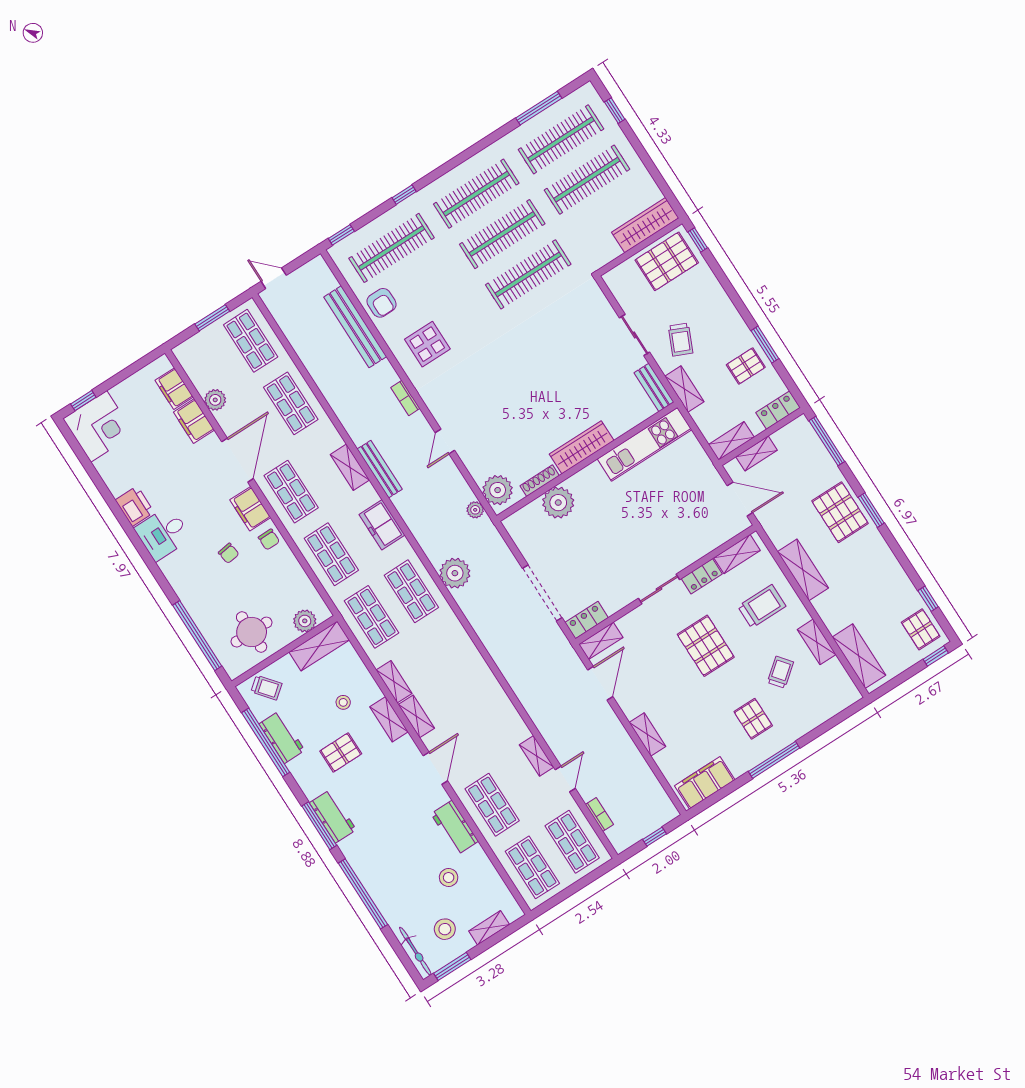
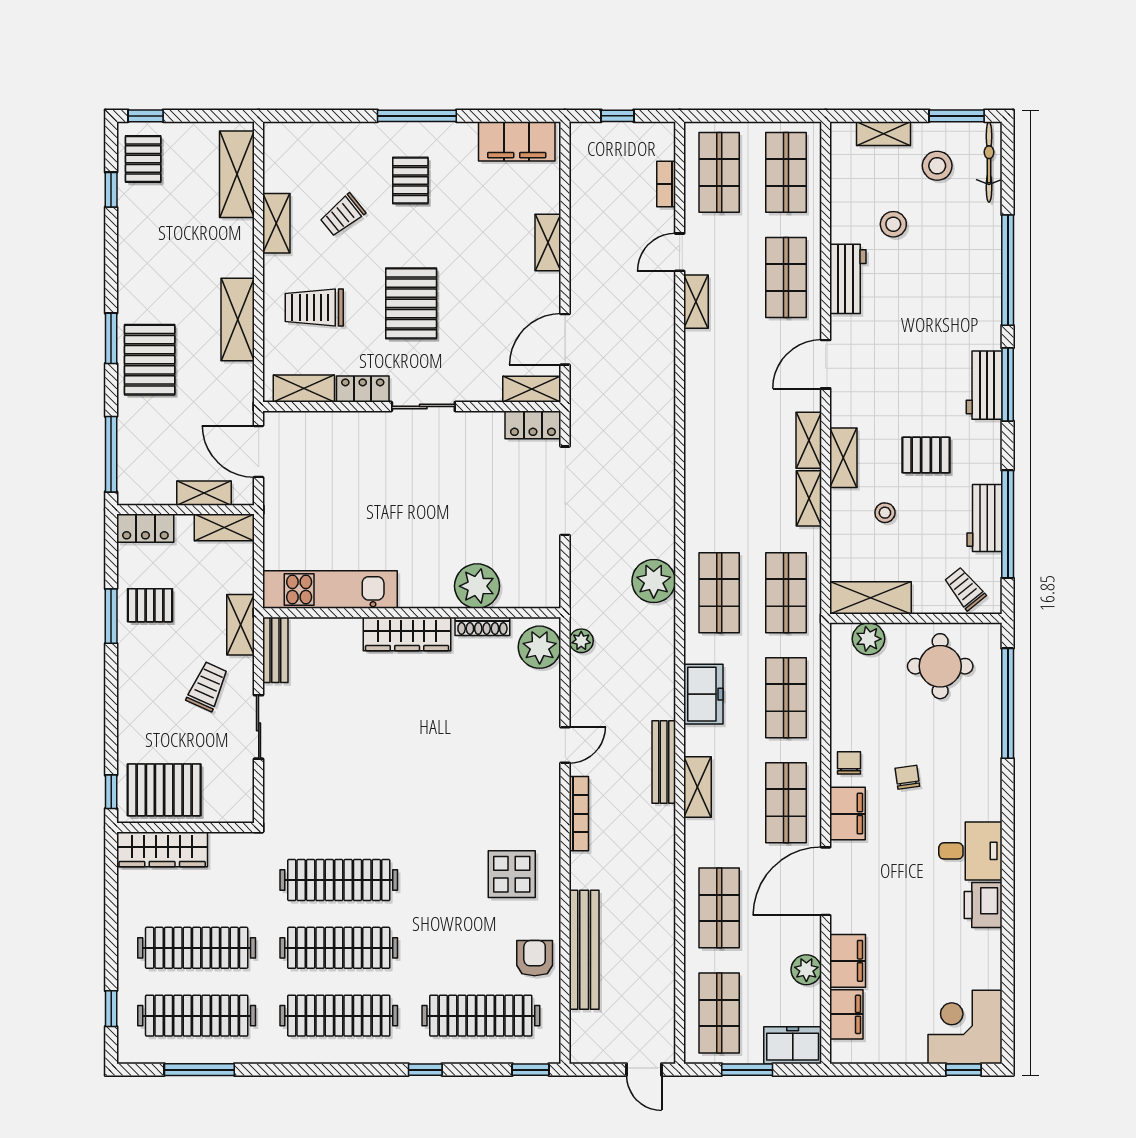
freezer: (194, 350) -> (793, 1045), added
bookcase: (405, 398) -> (579, 814), width x1.56

